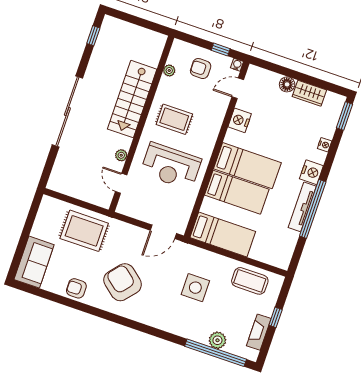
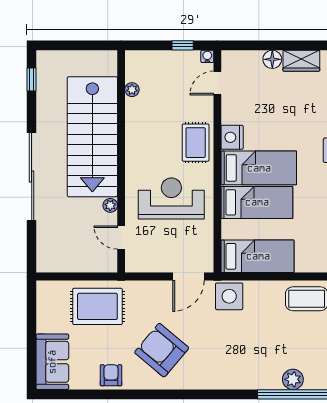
armchair: (201, 69) -> (167, 75), removed
stairs: (132, 99) -> (92, 137), width x1.36, depth x1.51
rug: (174, 119) -> (196, 143), moved, turned 90
nightstand: (240, 120) -> (232, 137), moved
reception desk: (171, 166) -> (171, 198), turned 180
armchair: (76, 288) -> (111, 375), turned 90
side table: (195, 288) -> (229, 296), moved

